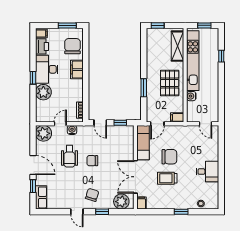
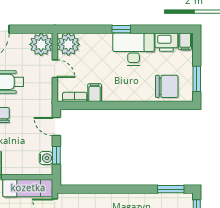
filing cabinet: (77, 70) -> (95, 93), moved, width x0.50
window: (144, 88) -> (171, 189), moved
plant: (43, 92) -> (68, 44), moved
door: (100, 123) -> (56, 127), hinge flipped
water cooler: (72, 130) -> (46, 158), moved

